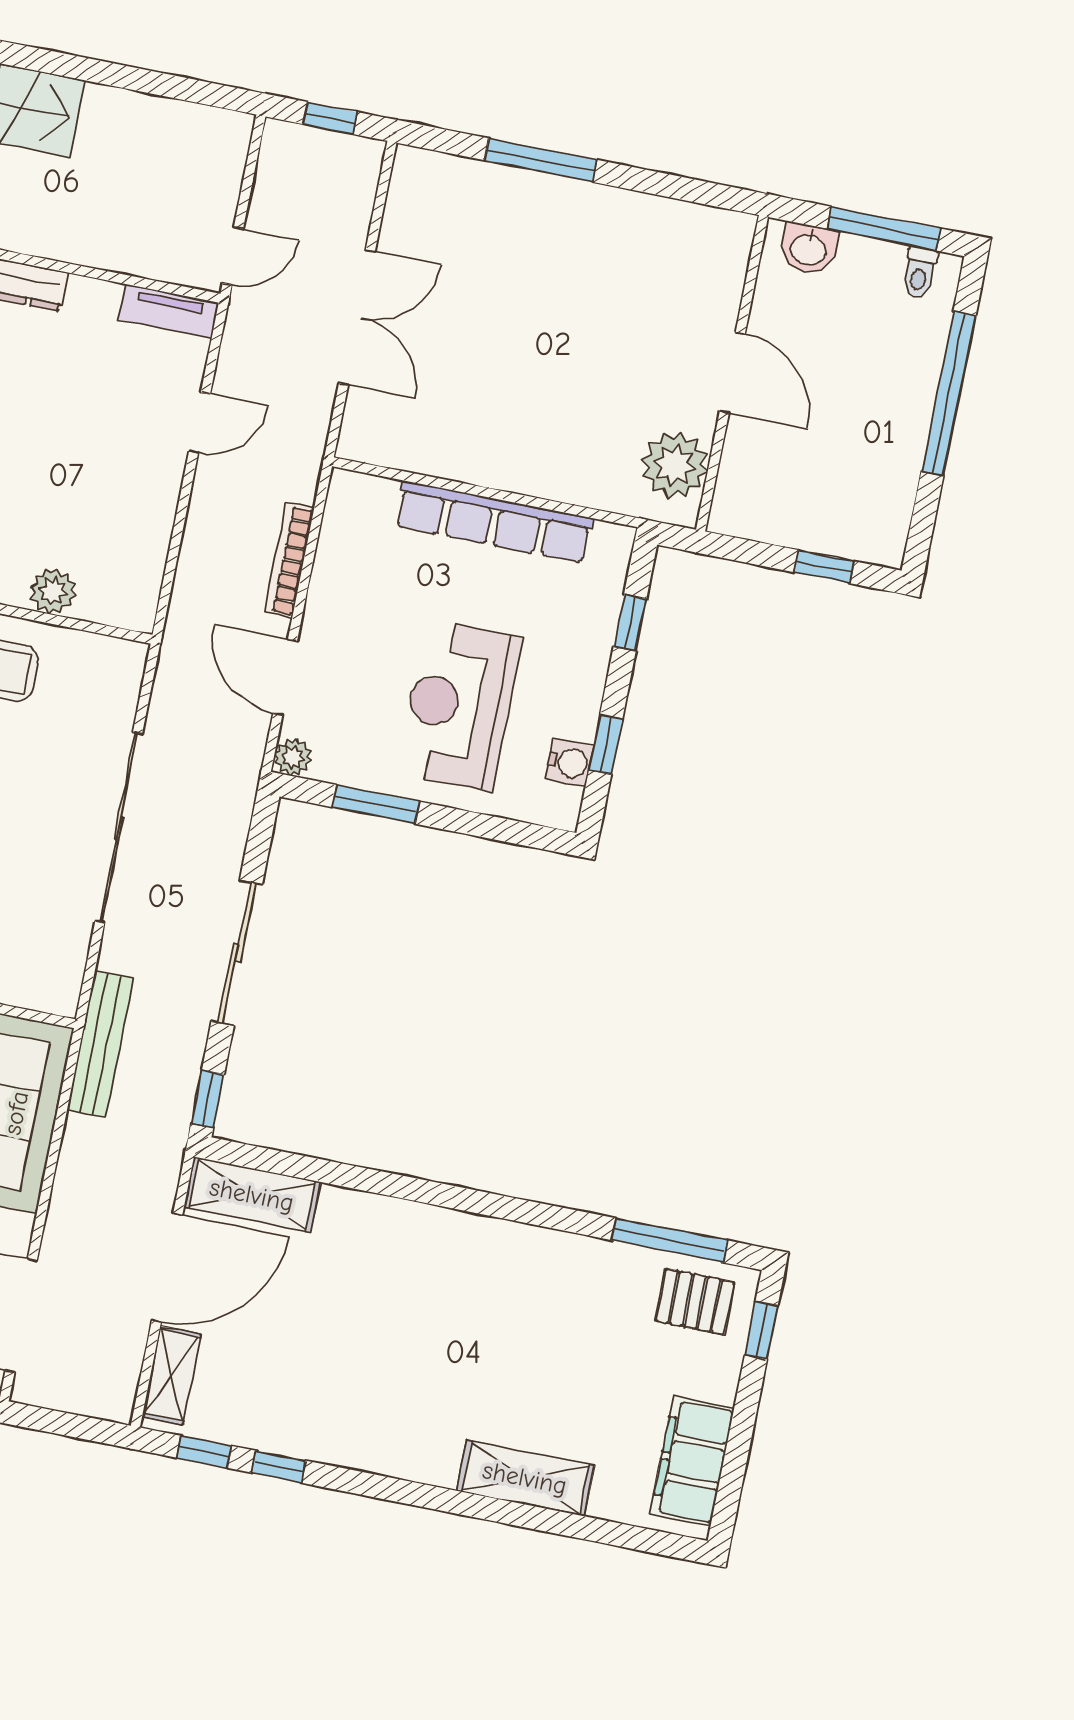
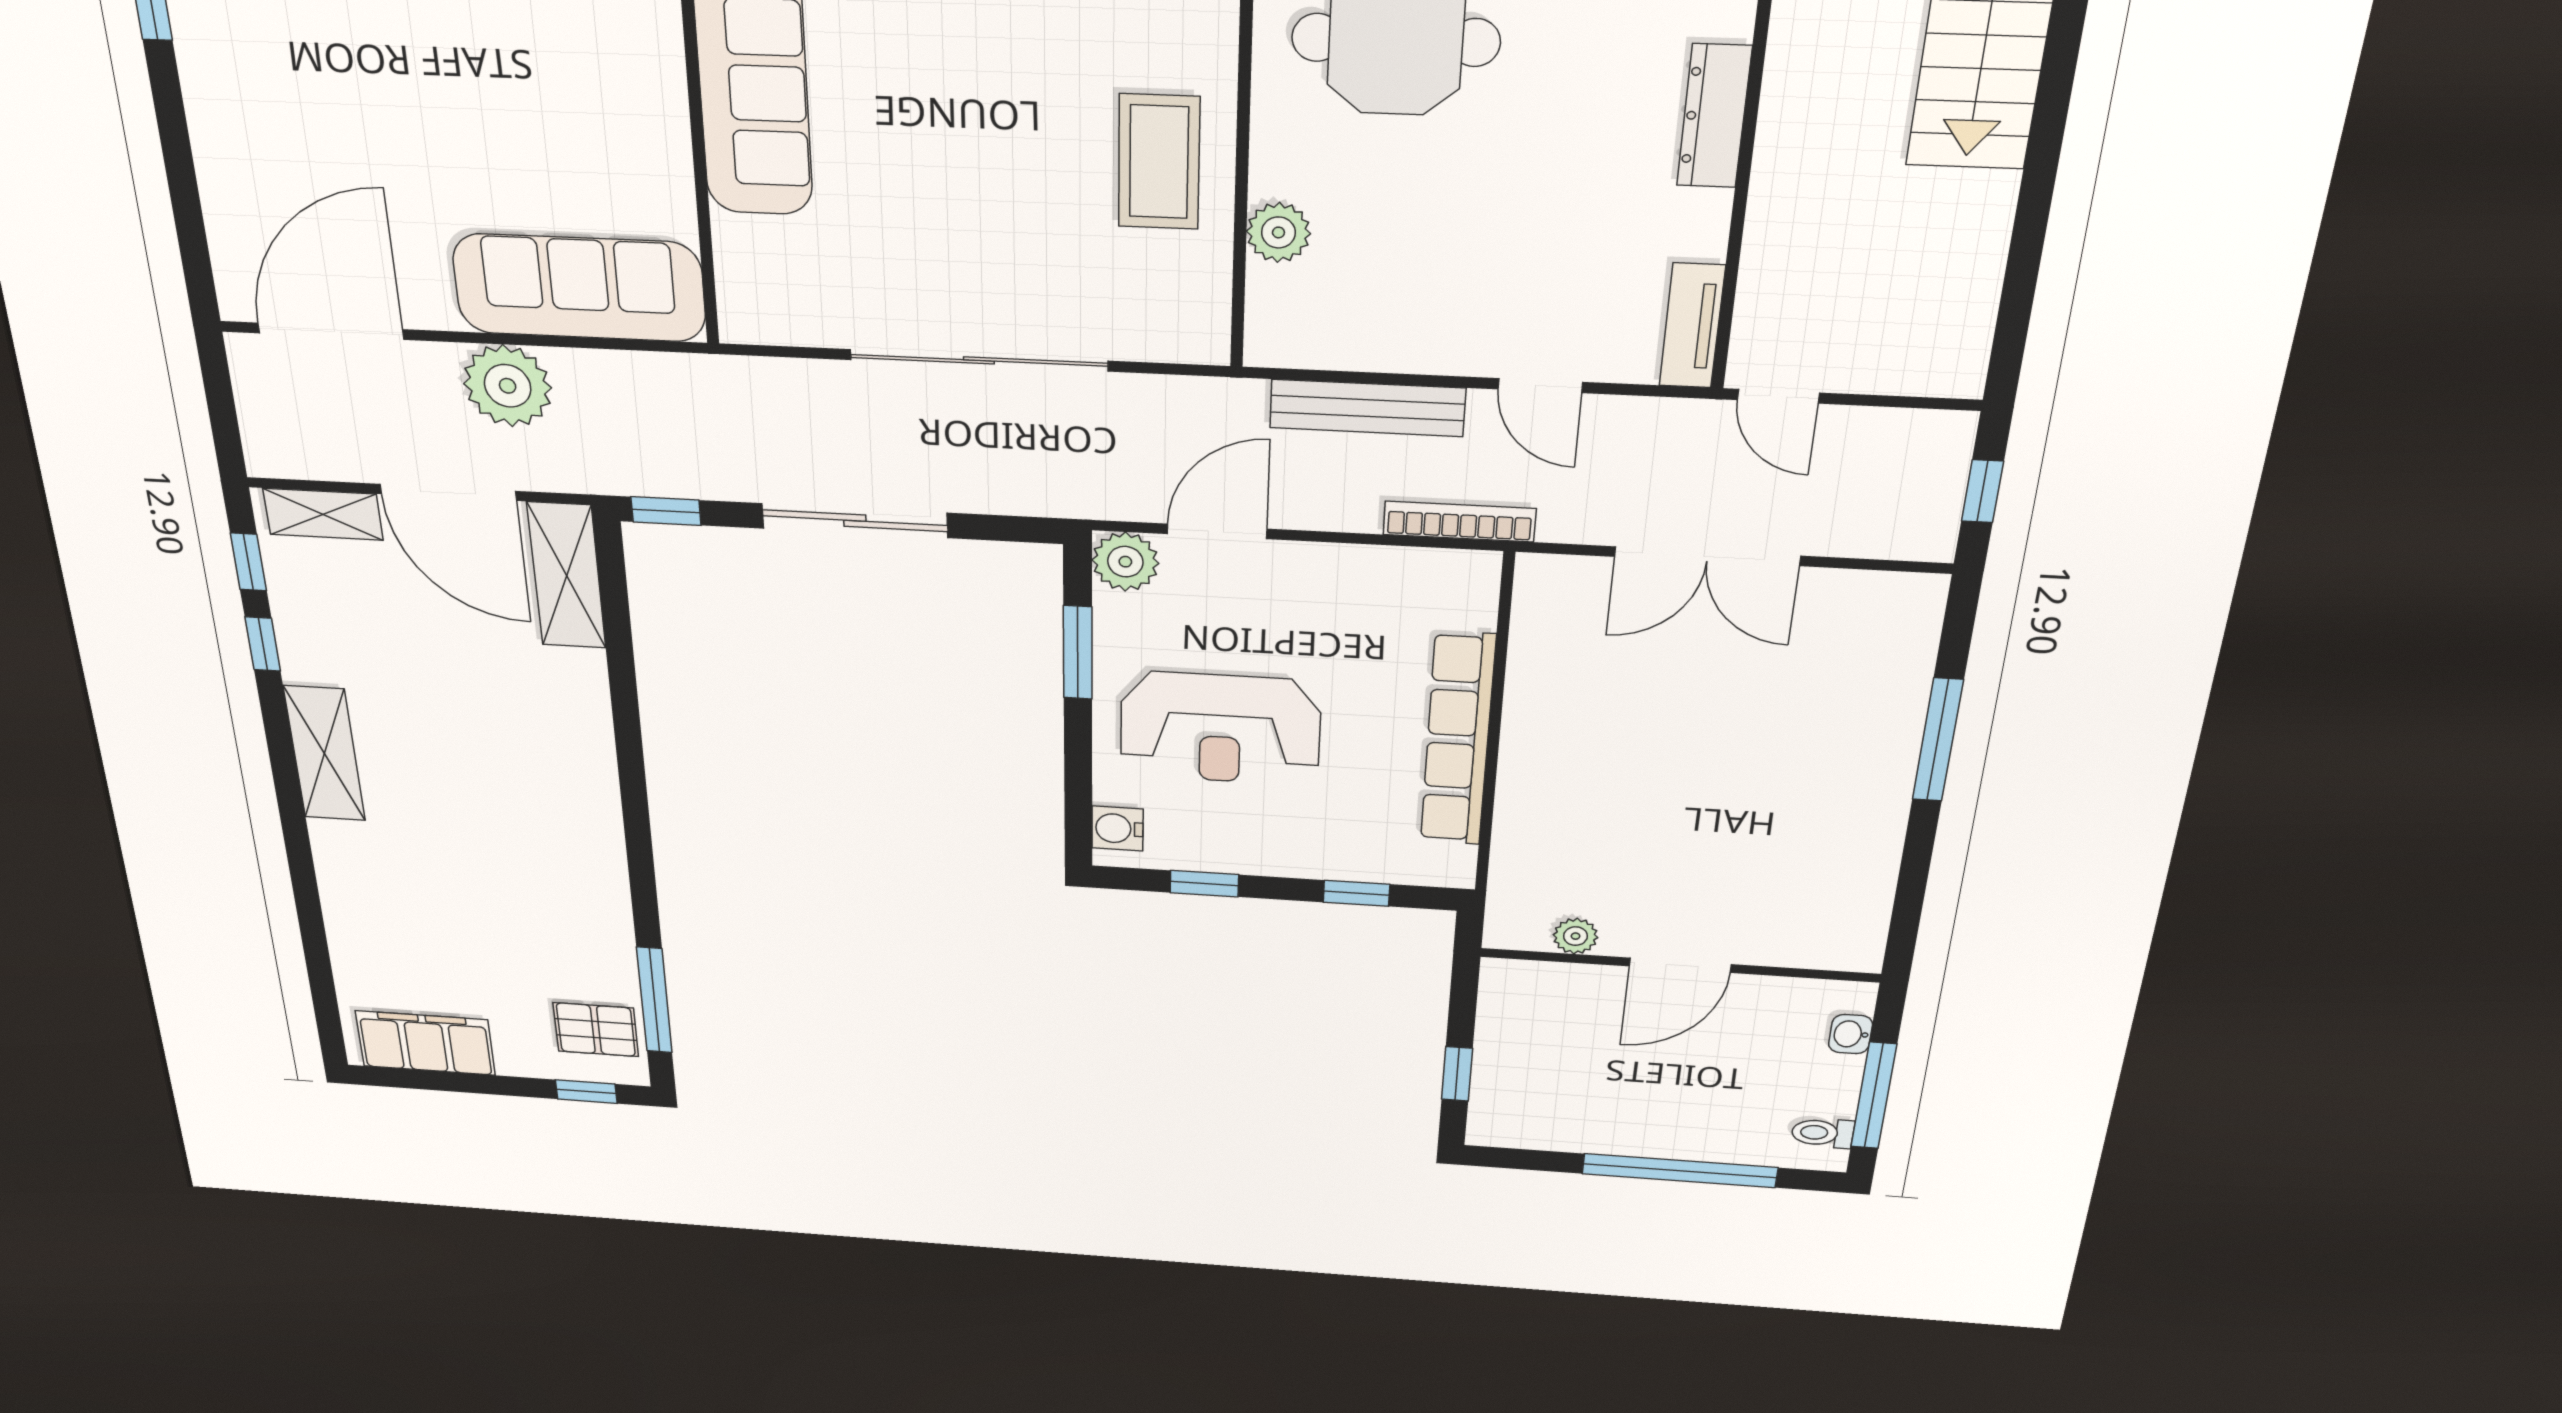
washbasin: (809, 249) -> (1851, 1034), width x0.72, depth x0.69
plant: (675, 465) -> (1576, 936), width x0.53, depth x0.53
bookcase: (289, 560) -> (1459, 522), moved
reception desk: (459, 706) -> (1220, 728), turned 180
plant: (293, 757) -> (1125, 562), width x1.38, depth x1.38
water cooler: (570, 763) -> (1117, 828), moved, turned 90
bench: (100, 1044) -> (1367, 408), moved
plant: (86, 1192) -> (508, 386), added
pallet: (695, 1302) -> (596, 1030), turned 90
shelving: (525, 1478) -> (324, 754), moved

